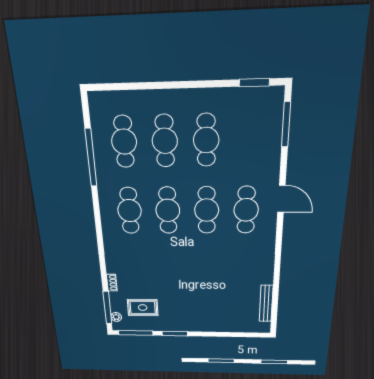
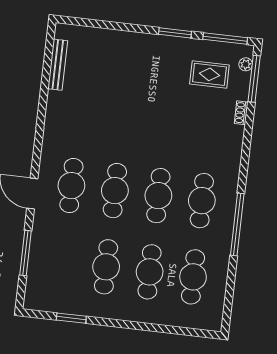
window: (254, 83) -> (71, 318), moved
window: (286, 124) -> (25, 253), moved
window: (91, 158) -> (237, 224), moved

